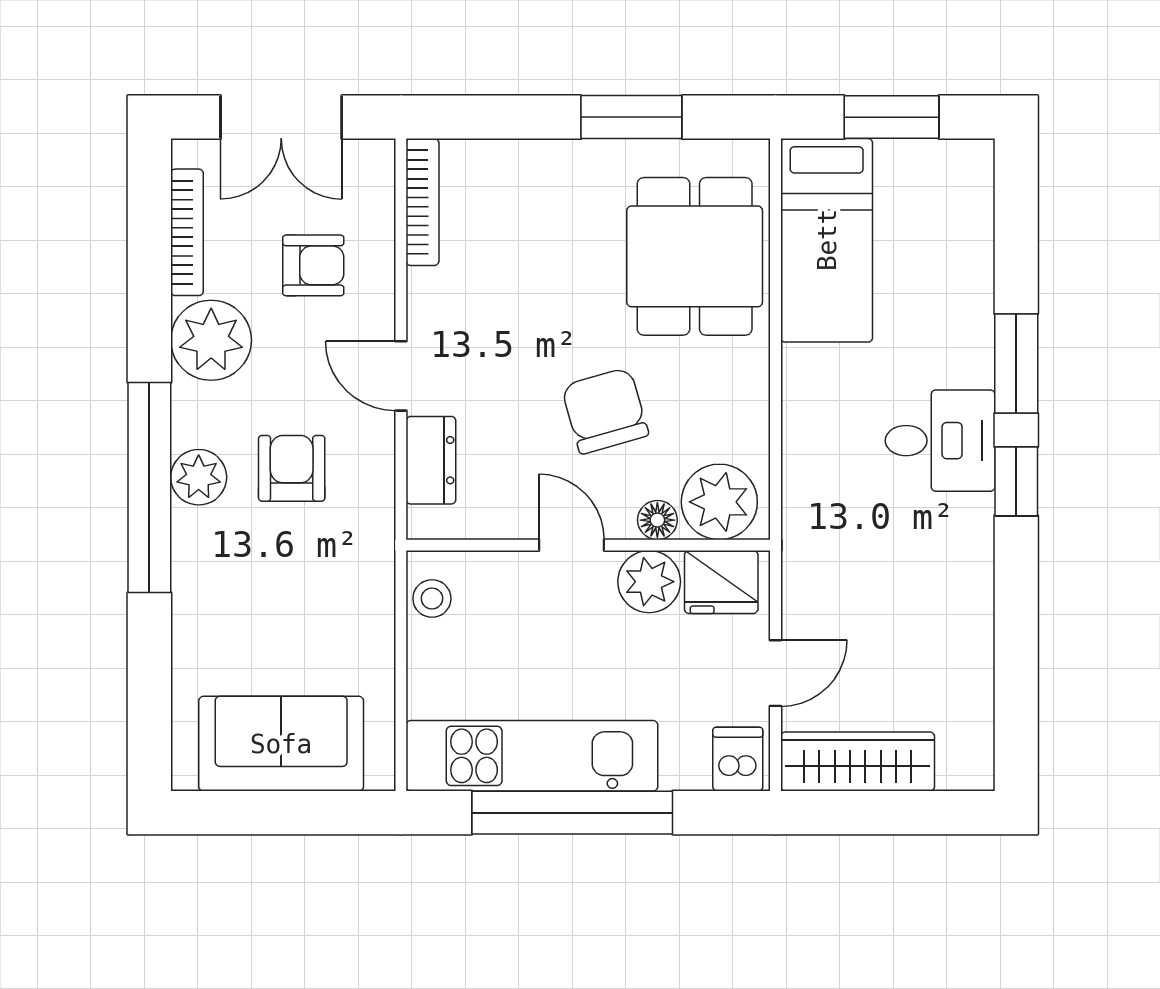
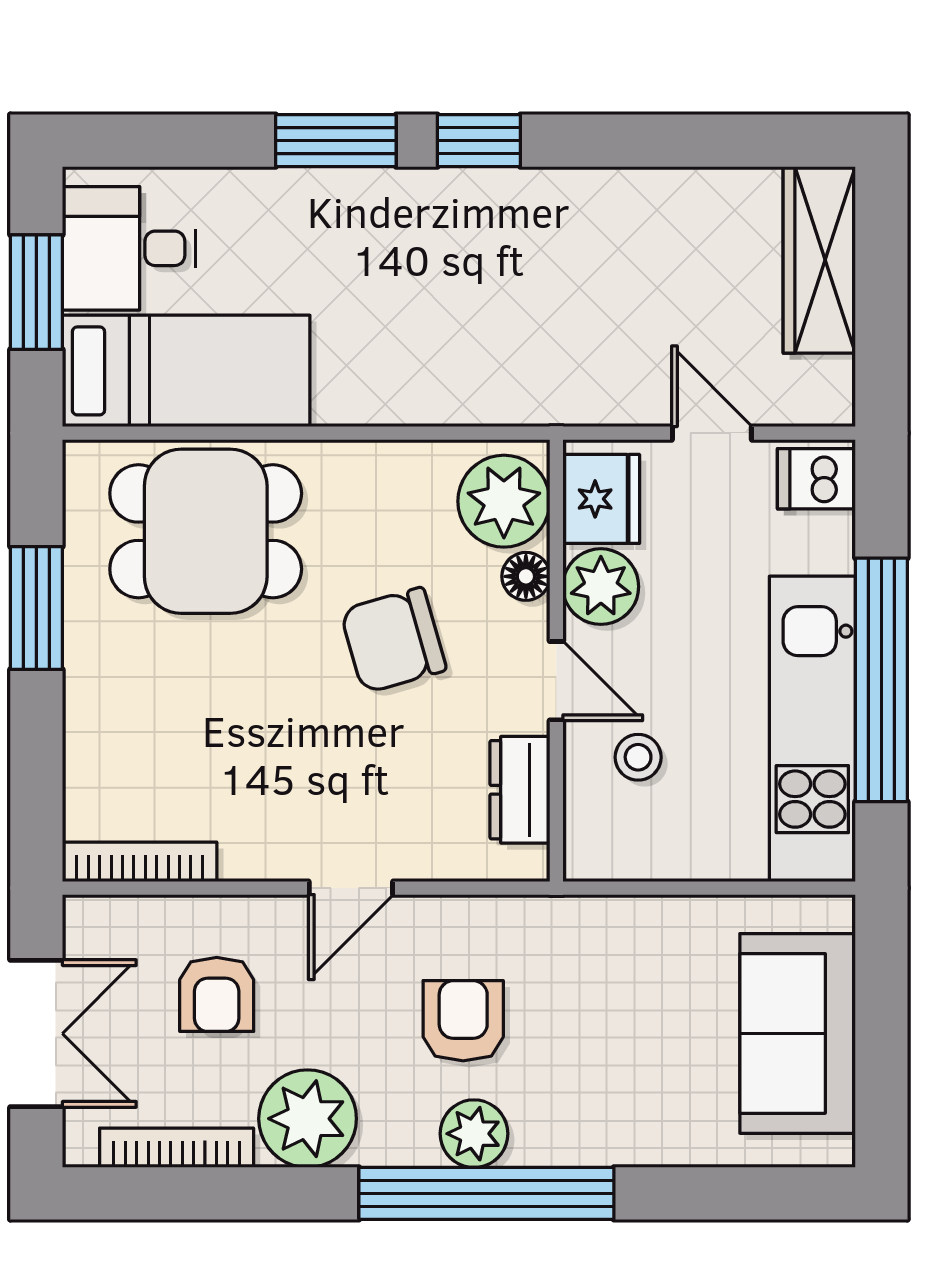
armchair: (313, 265) -> (217, 994), turned 180
desk: (940, 441) -> (129, 248), moved, turned -90
dresser: (431, 460) -> (520, 790), moved, turned -90
armchair: (292, 468) -> (463, 1021), turned 90
door: (571, 545) -> (556, 681), swing flipped
stool: (432, 599) -> (638, 757), moved
wardrobe: (858, 762) -> (819, 260), moved

